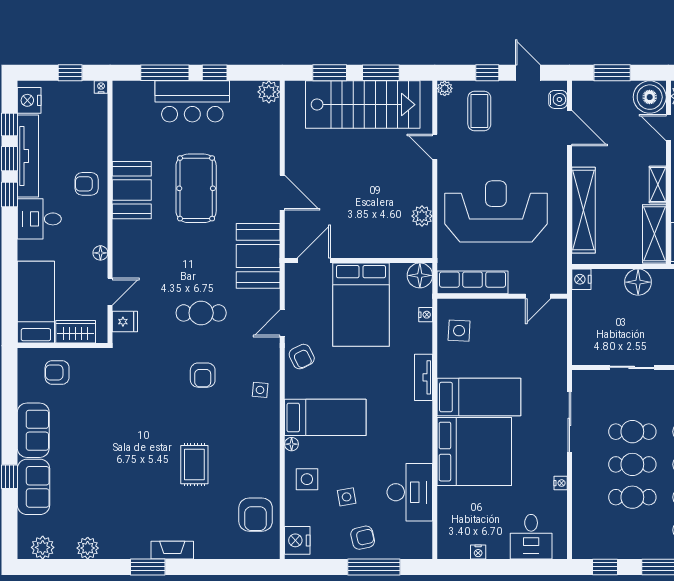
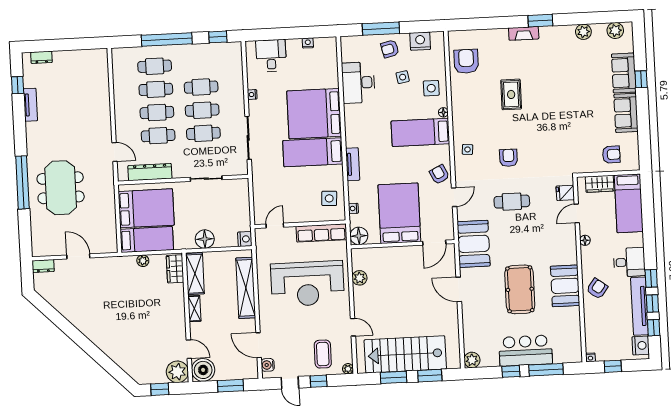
armchair: (87, 184) -> (597, 289), turned -53
nightstand: (297, 540) -> (420, 41), moved, turned -90

